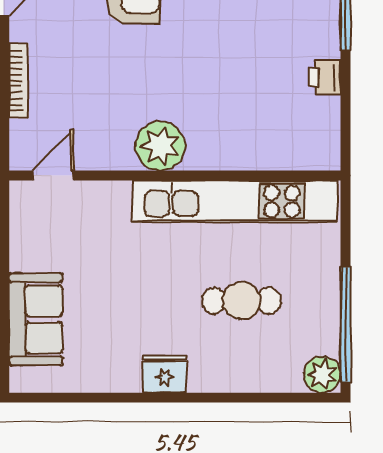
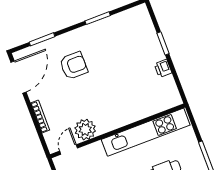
plant: (160, 146) -> (85, 130), moved

